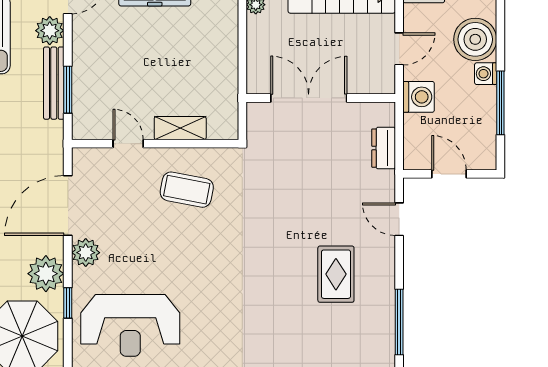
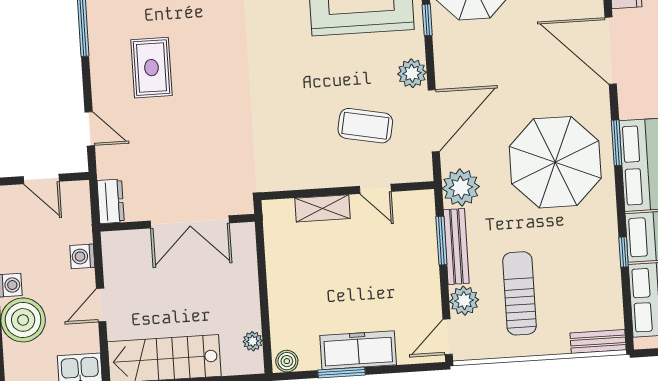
washing machine: (419, 97) -> (82, 256), width x0.73, depth x0.73
double door: (309, 98) -> (190, 222), moved
wall: (321, 98) -> (177, 223), moved
coffee table: (187, 190) -> (365, 126), moved
plant: (46, 274) -> (461, 188), moved

